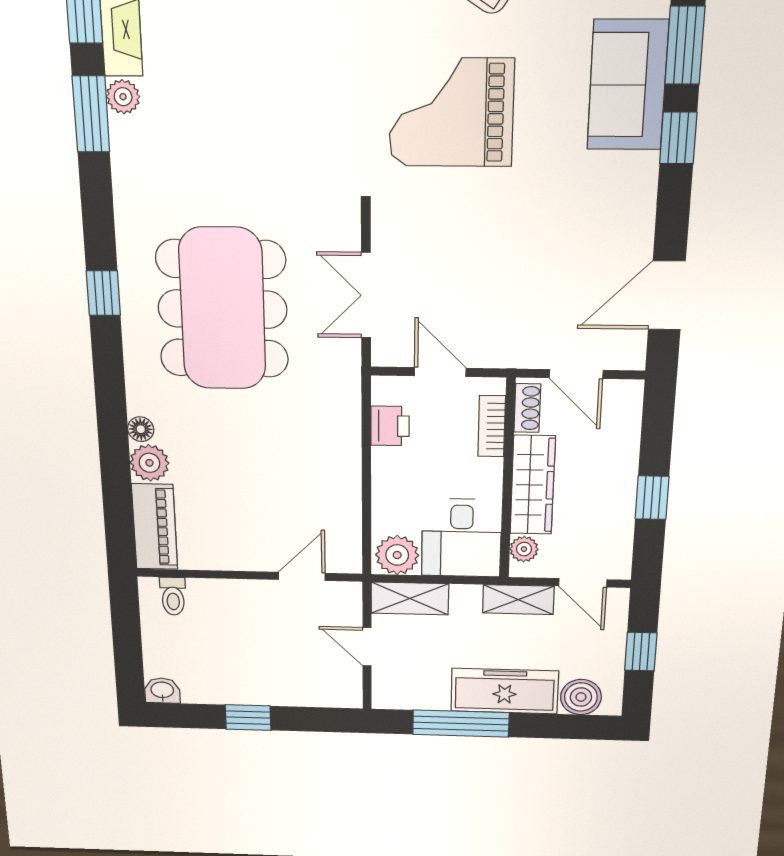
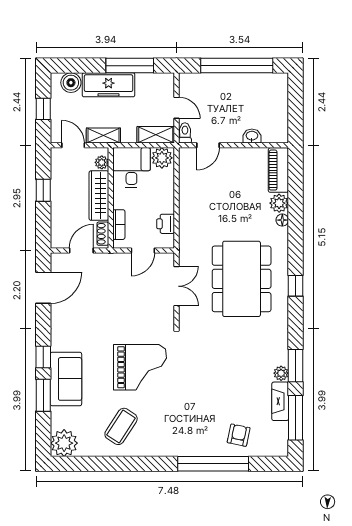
door: (440, 372) -> (143, 250), hinge flipped
door: (576, 374) -> (81, 250), hinge flipped
toilet: (173, 596) -> (185, 133), moved
washbasin: (162, 691) -> (252, 136), moved, turned 180
window: (248, 718) -> (237, 66), width x3.17

